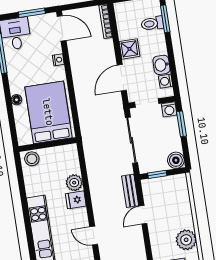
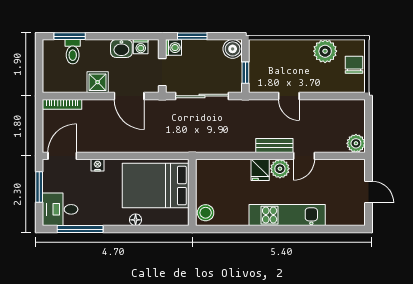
plant: (74, 183) -> (280, 169), moved
bench: (130, 191) -> (274, 145), moved

